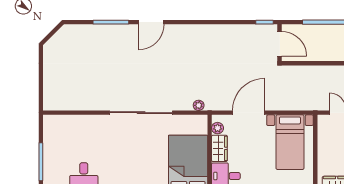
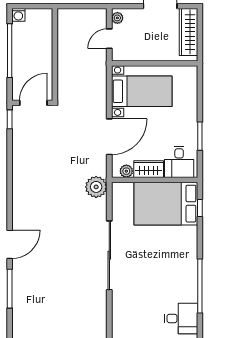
door: (151, 22) -> (10, 244), hinge flipped
plant: (199, 105) -> (96, 187), width x1.87, depth x1.87
door: (249, 113) -> (109, 137), swing flipped

